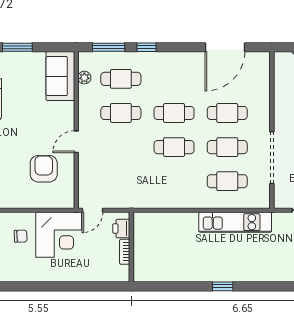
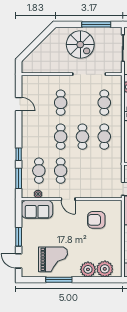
door: (225, 47) -> (19, 104), width x0.53
door: (76, 142) -> (68, 199), moved
cafe table: (227, 147) -> (104, 137), moved

